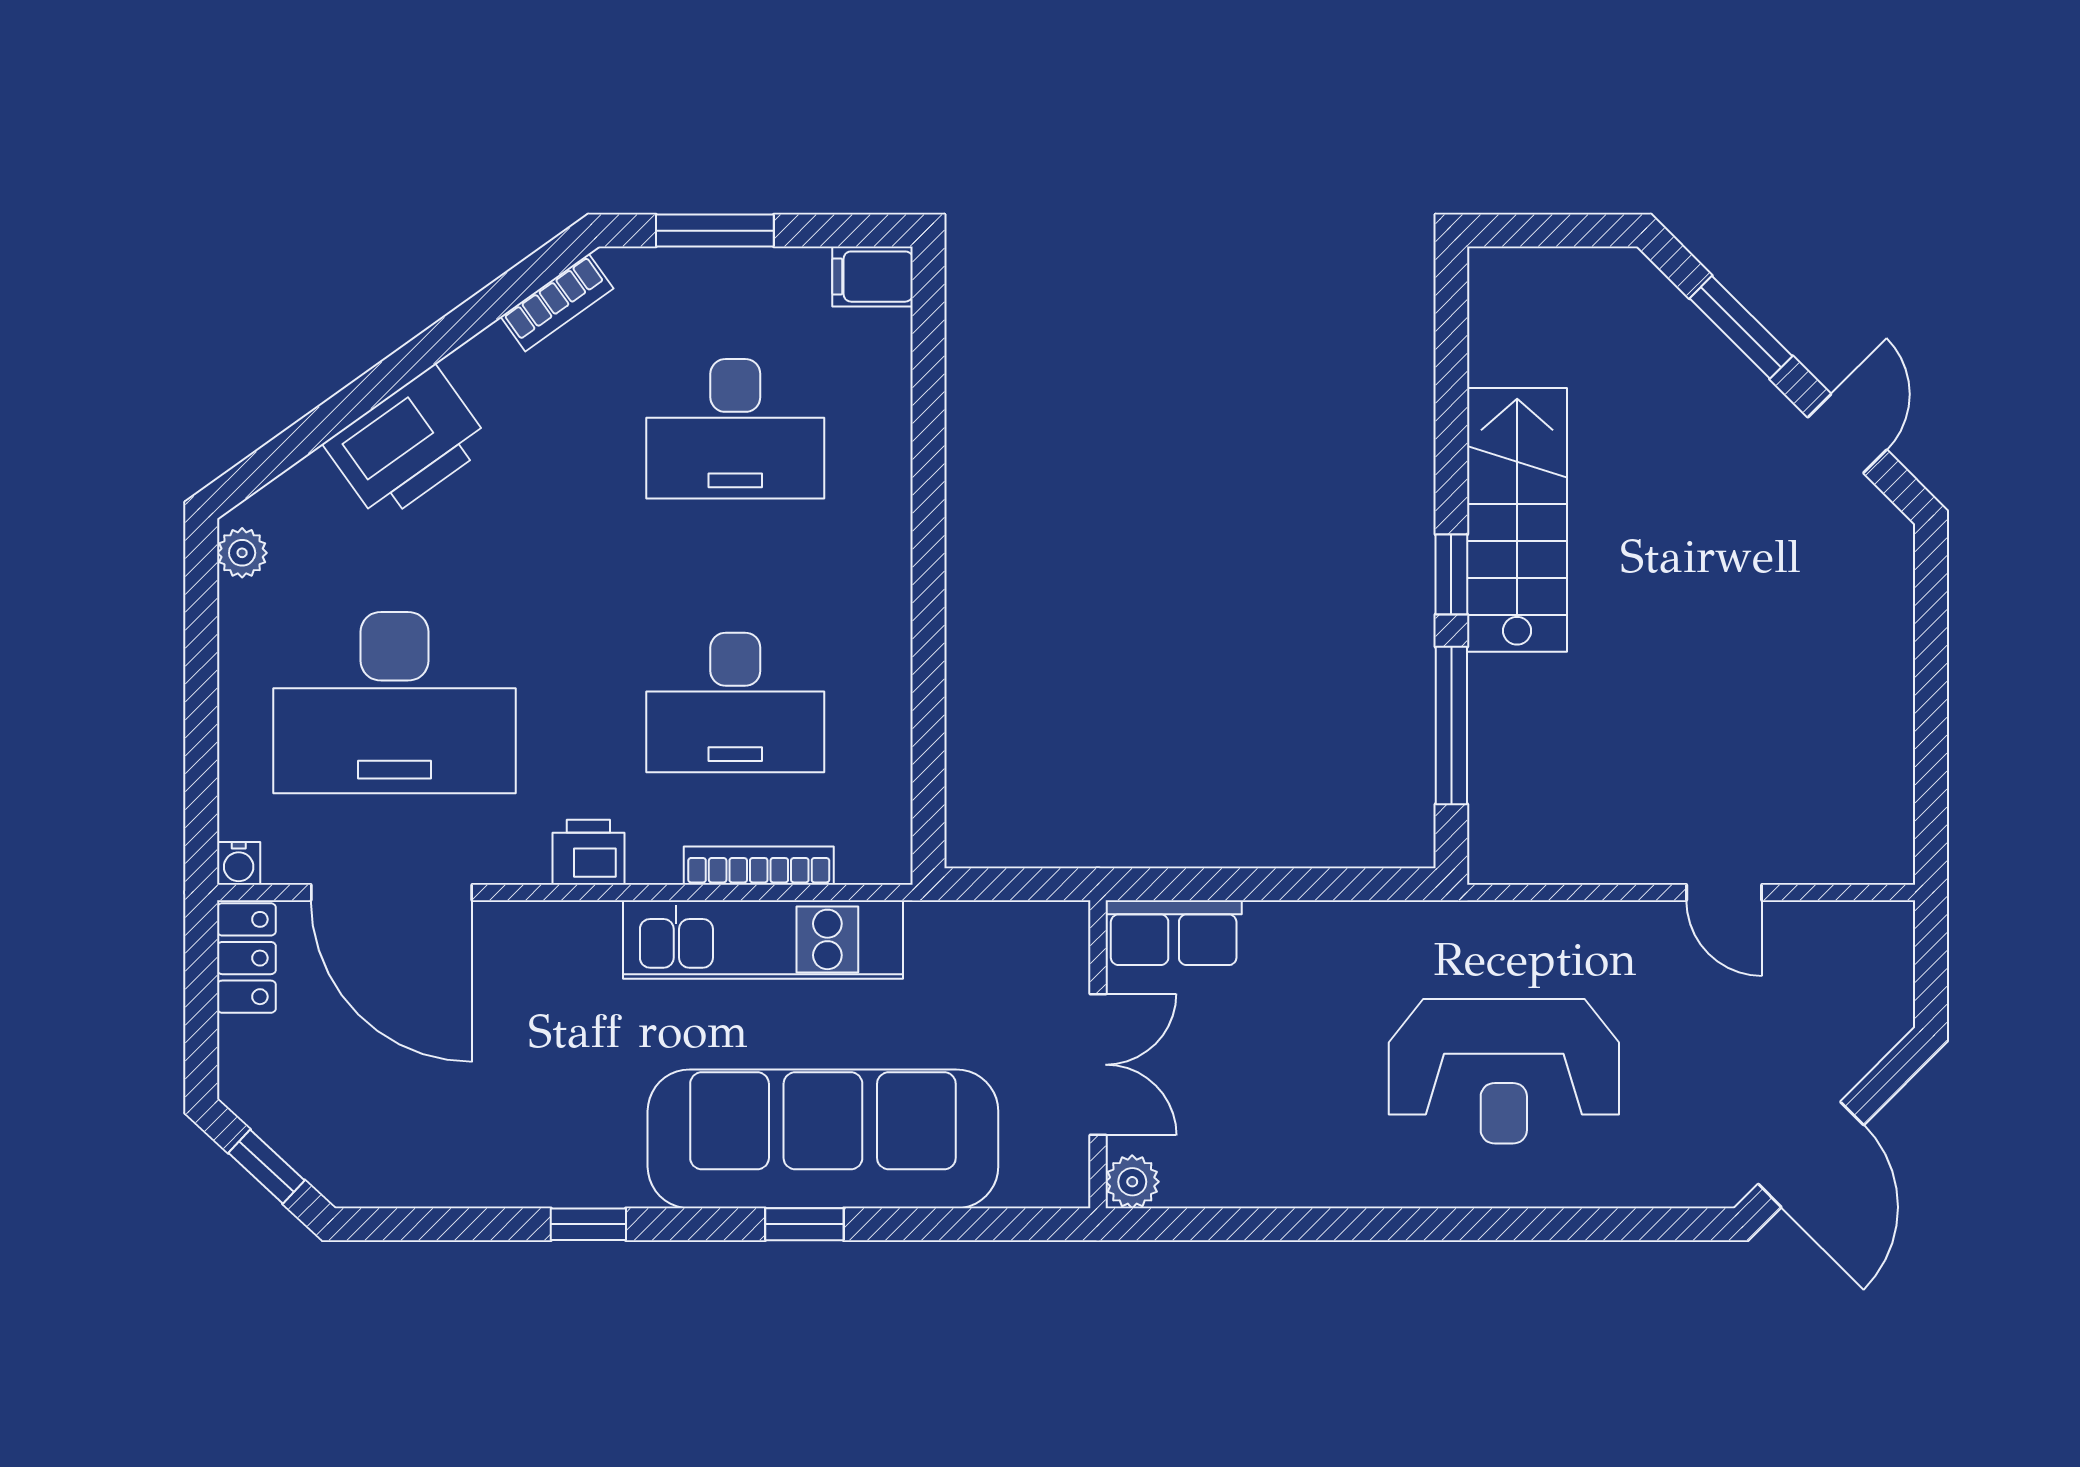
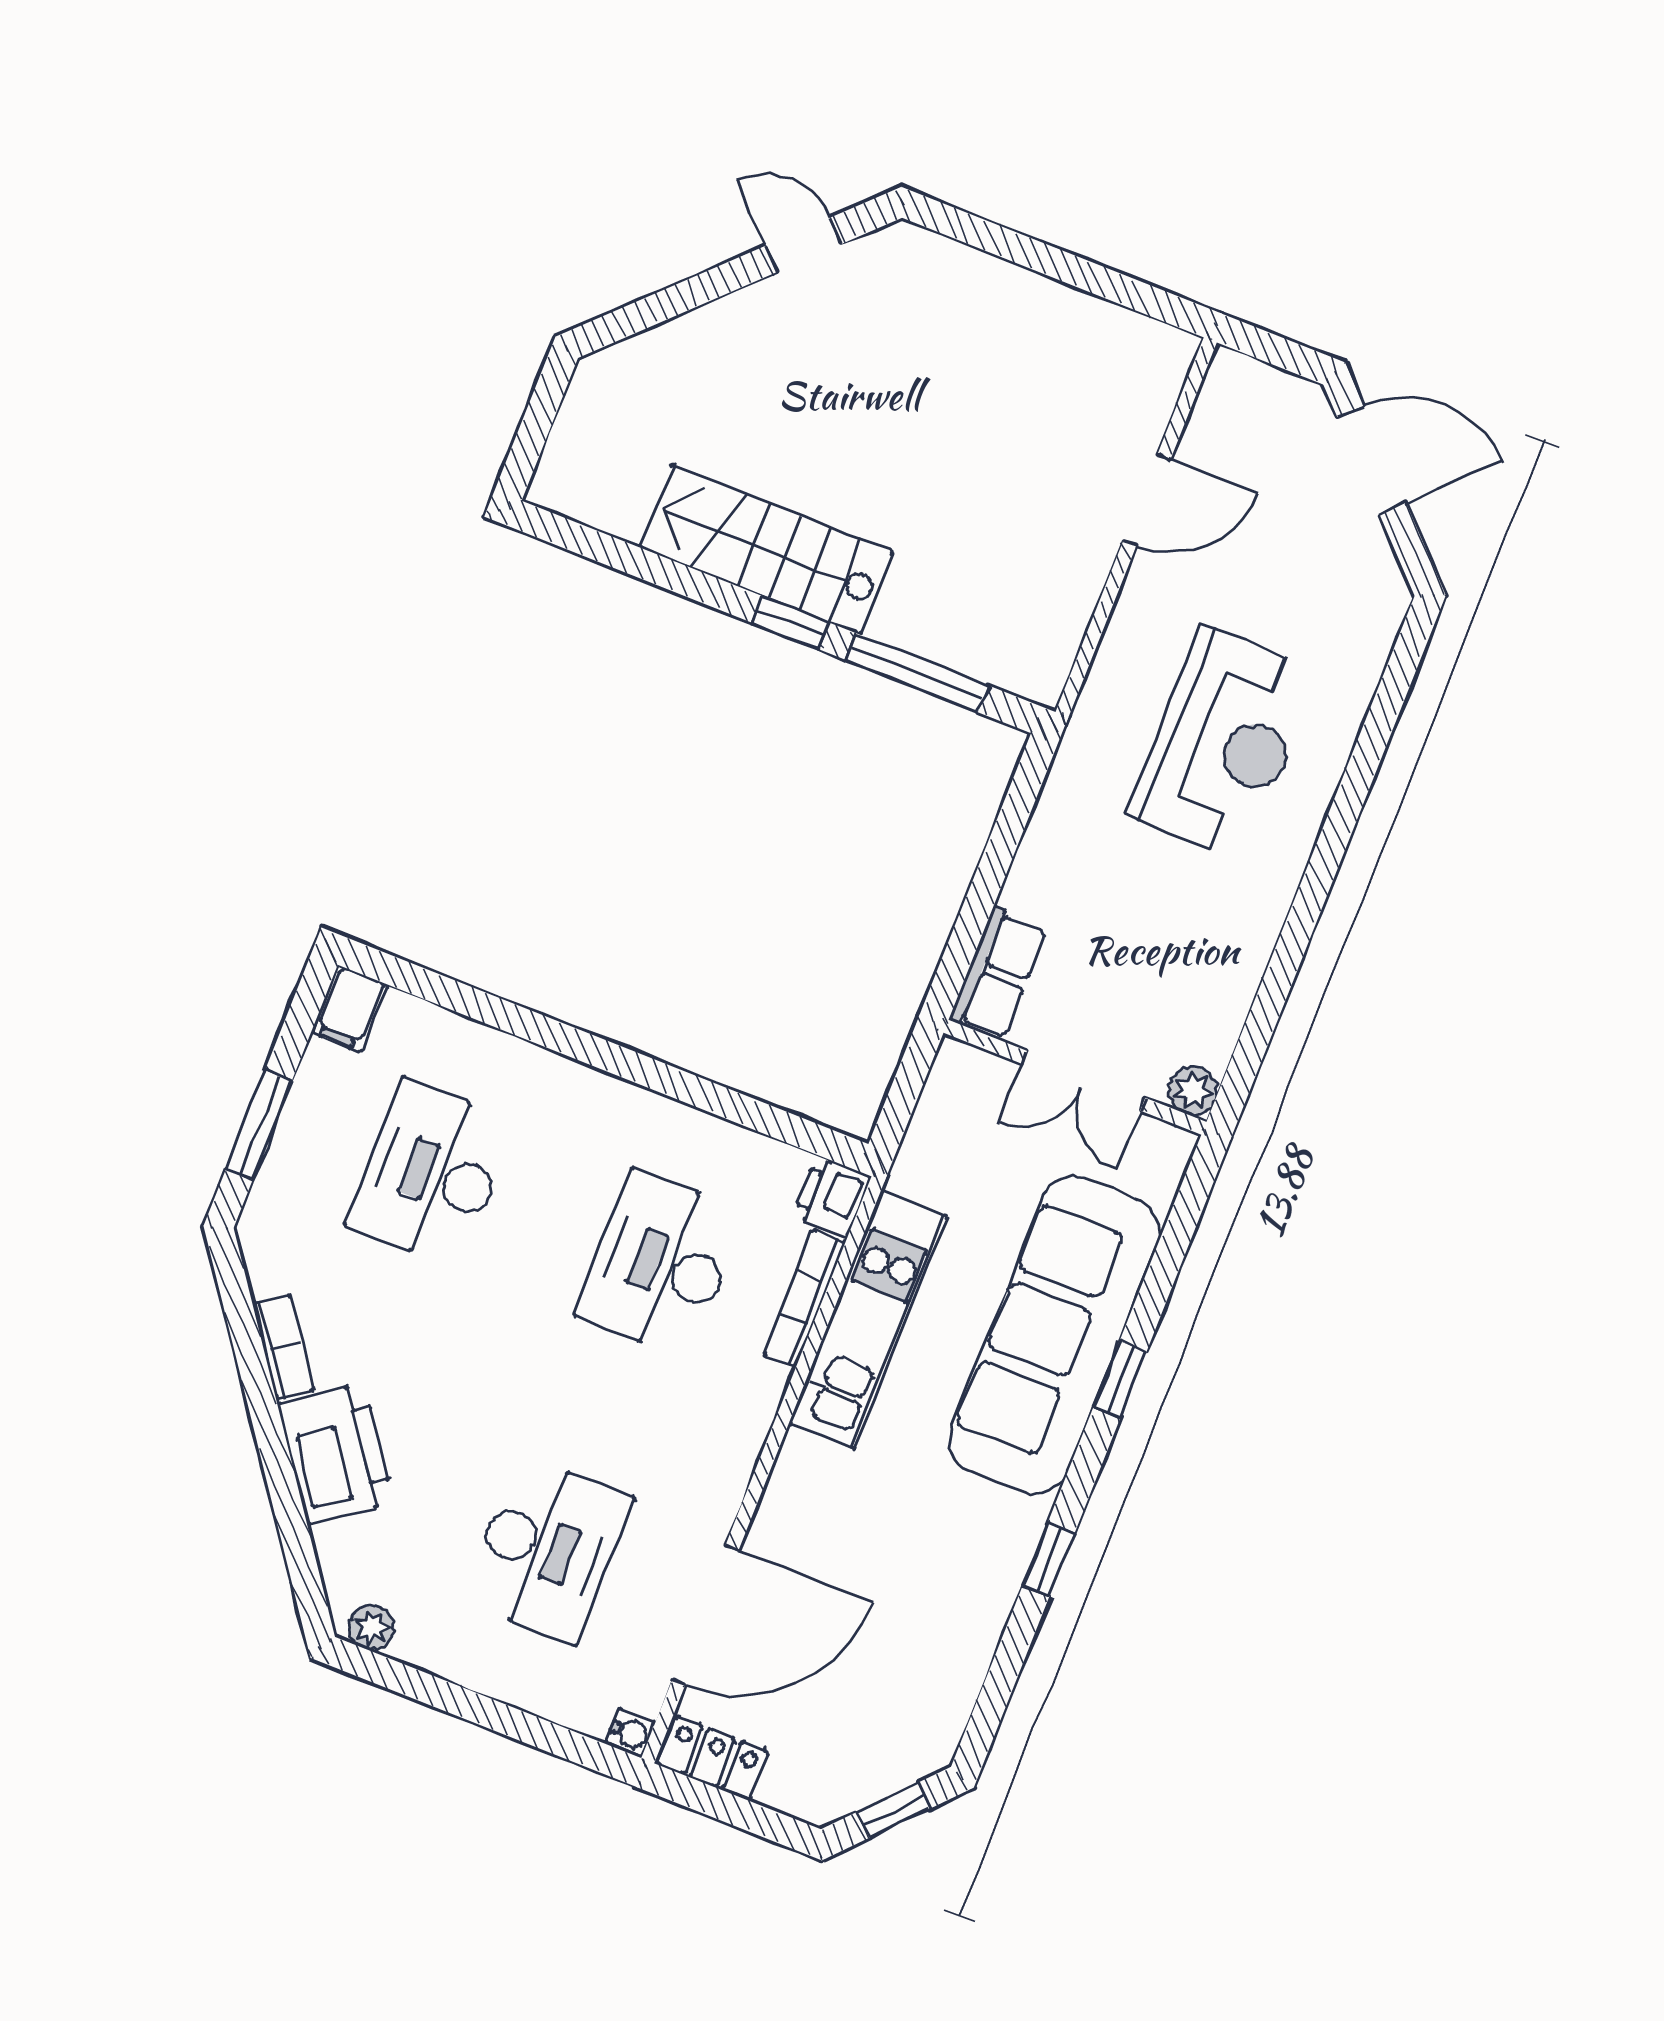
bookcase: (557, 303) -> (283, 1347), moved
window: (1741, 327) -> (680, 298), removed
desk: (735, 429) -> (431, 1174), turned 180
desk: (394, 703) -> (548, 1549), width x0.73, depth x0.77
desk: (735, 703) -> (660, 1264), turned 180
printer: (588, 852) -> (832, 1197), moved
door: (1724, 892) -> (1147, 500), width x1.38
double door: (1098, 1065) -> (1084, 1081), swing flipped
door: (1811, 1154) -> (1372, 460), moved

